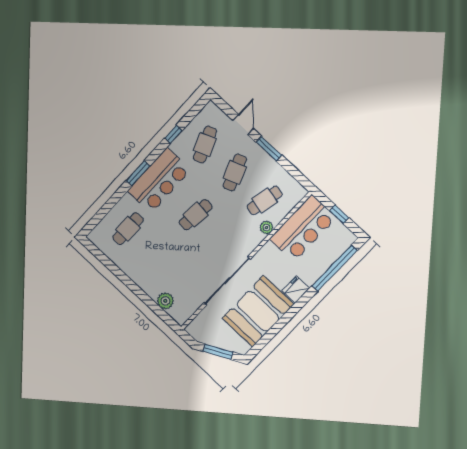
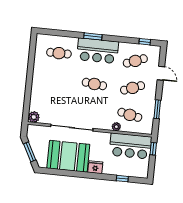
door: (243, 124) -> (161, 73), hinge flipped
window: (173, 134) -> (145, 42), moved
window: (269, 149) -> (157, 109), moved
window: (339, 214) -> (153, 149), moved
window: (335, 268) -> (122, 179), width x0.32
plant: (165, 301) -> (34, 117), moved

